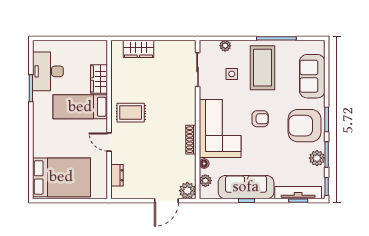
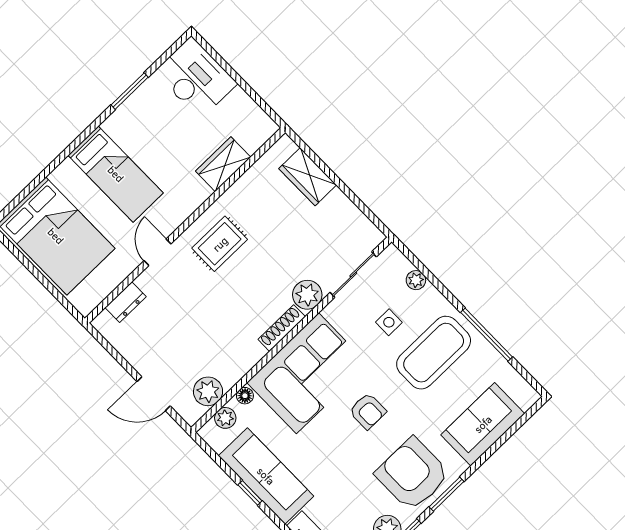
desk: (48, 71) -> (196, 78), moved, turned 90
plant: (187, 97) -> (307, 295), added
bed: (80, 107) -> (116, 174), moved, turned 180
rug: (131, 113) -> (220, 244), turned 90
shoe rack: (191, 140) -> (282, 328), moved
plant: (187, 191) -> (208, 391), moved

